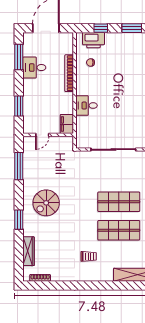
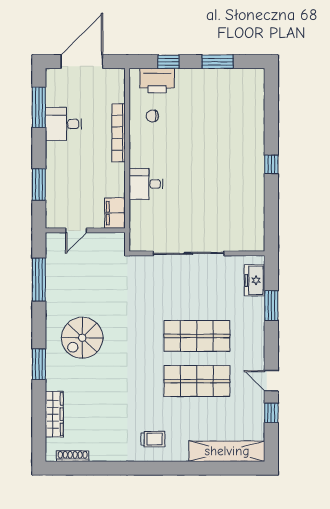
trolley: (89, 256) -> (153, 439), moved

